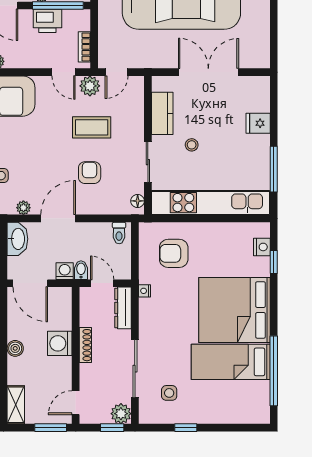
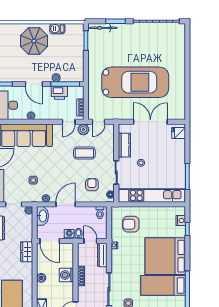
door: (64, 72) -> (69, 122), hinge flipped
fridge: (258, 123) -> (179, 133), moved
armchair: (90, 173) -> (92, 185), moved

